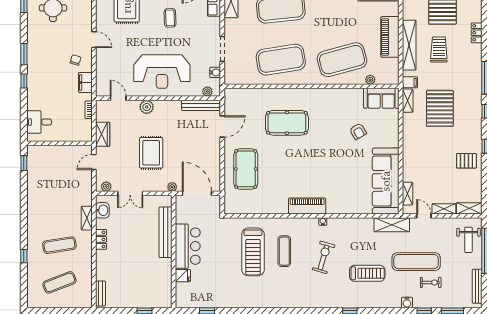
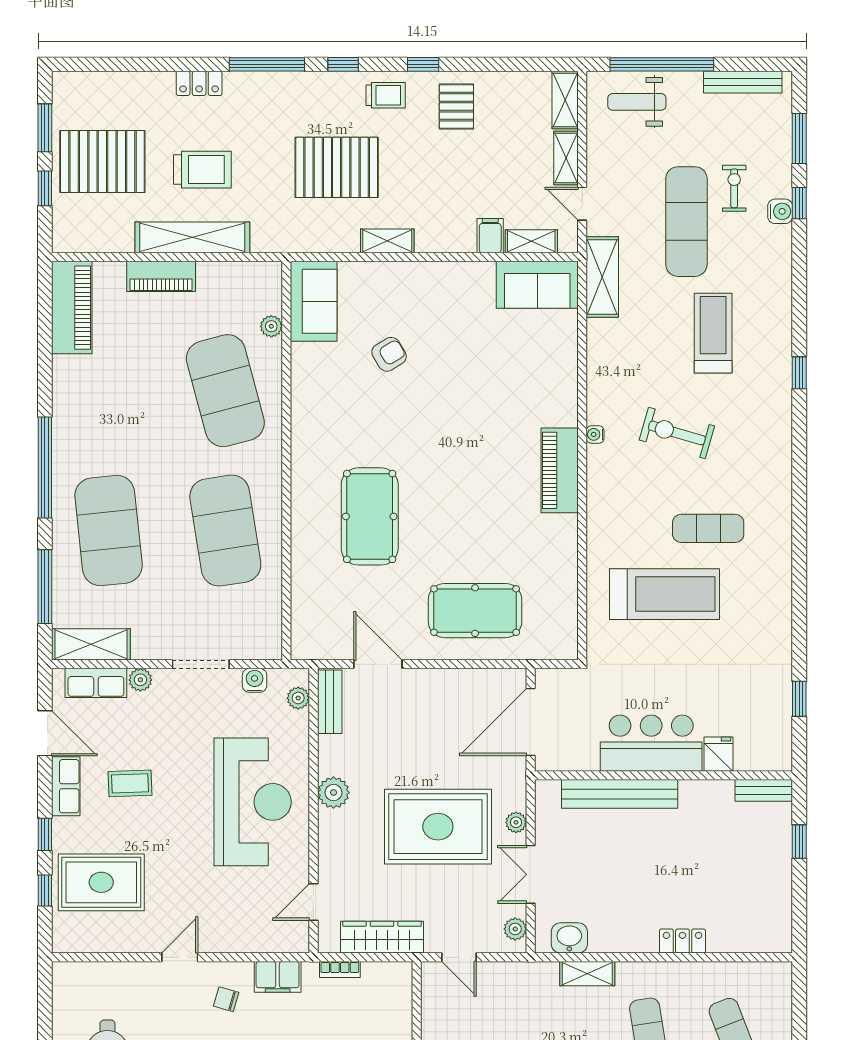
plant: (215, 22) -> (140, 680), added
locker: (477, 33) -> (199, 83), moved
piano: (390, 37) -> (161, 276), width x0.73, depth x0.75
trolley: (439, 50) -> (202, 170), turned 180
filing cabinet: (410, 82) -> (490, 236), moved
shelving: (408, 101) -> (387, 241), moved
bench: (201, 105) -> (330, 702), width x0.73
plant: (147, 107) -> (333, 793), moved
trolley: (471, 130) -> (386, 95), added
wardrobe: (103, 134) -> (382, 937), width x1.50
rug: (151, 153) -> (438, 827), width x1.37, depth x1.44
sofa: (386, 181) -> (537, 285), width x0.54, depth x0.79
plant: (172, 187) -> (516, 822), moved
double door: (130, 193) -> (531, 874), swing flipped
door: (424, 216) -> (582, 204), hinge flipped
locker: (101, 239) -> (682, 941), moved
weight bench: (469, 240) -> (637, 102), turned 180
exercise mat: (284, 251) -> (708, 528), moved
bench: (100, 293) -> (764, 790), moved
water cooler: (407, 303) -> (780, 211), moved

